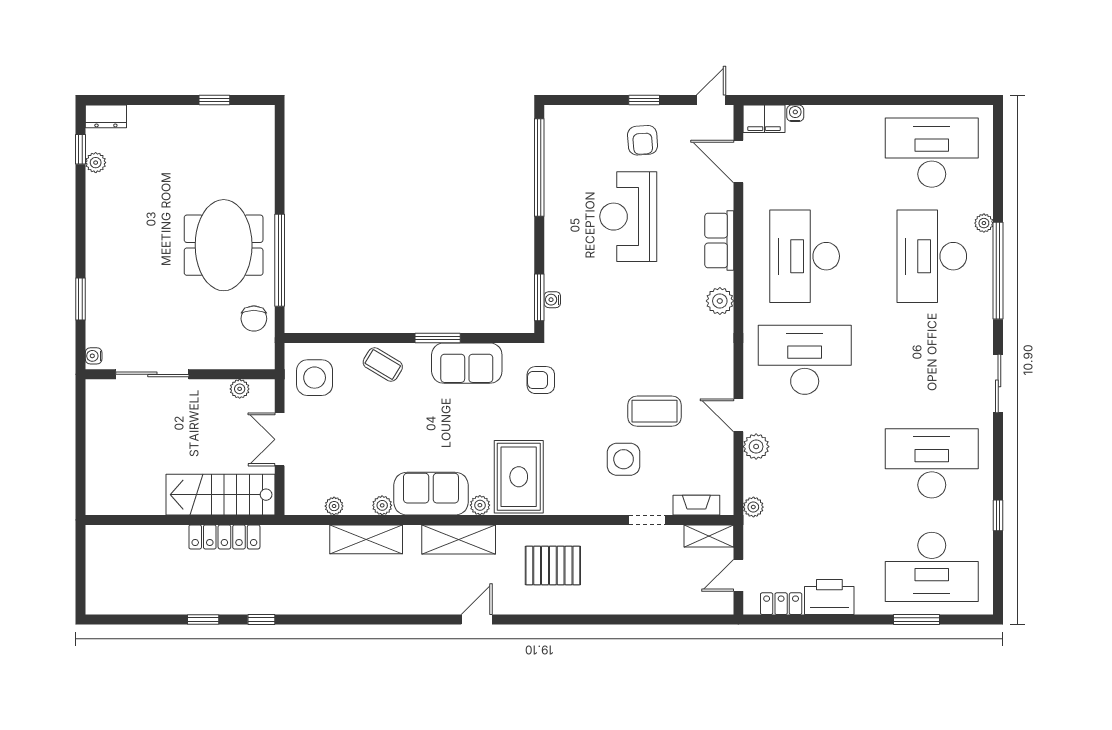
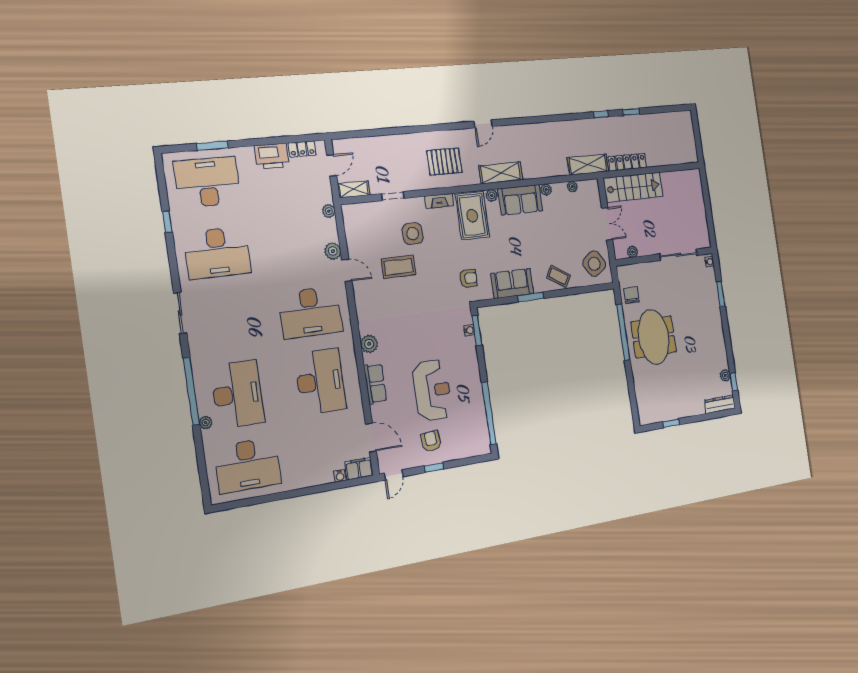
dresser: (106, 116) -> (720, 404), width x1.44
side table: (315, 378) -> (594, 264), turned -35
fireplace: (696, 505) -> (439, 201), moved
shelving: (366, 539) -> (588, 165), moved

